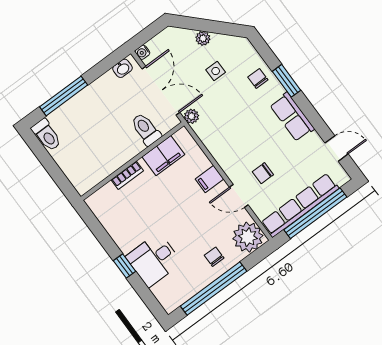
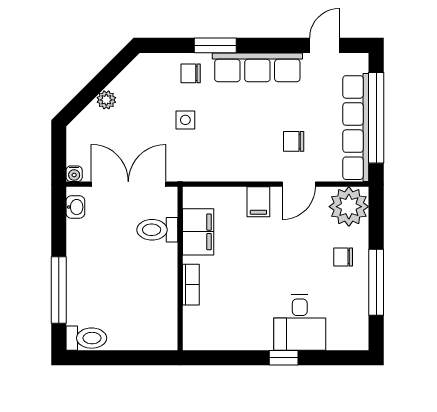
side table: (216, 71) -> (185, 120), moved
plant: (191, 116) -> (179, 172), removed
row of seats: (292, 117) -> (257, 67), width x1.48
chair: (263, 173) -> (294, 141), turned 90
window: (214, 289) -> (376, 282), width x0.68

